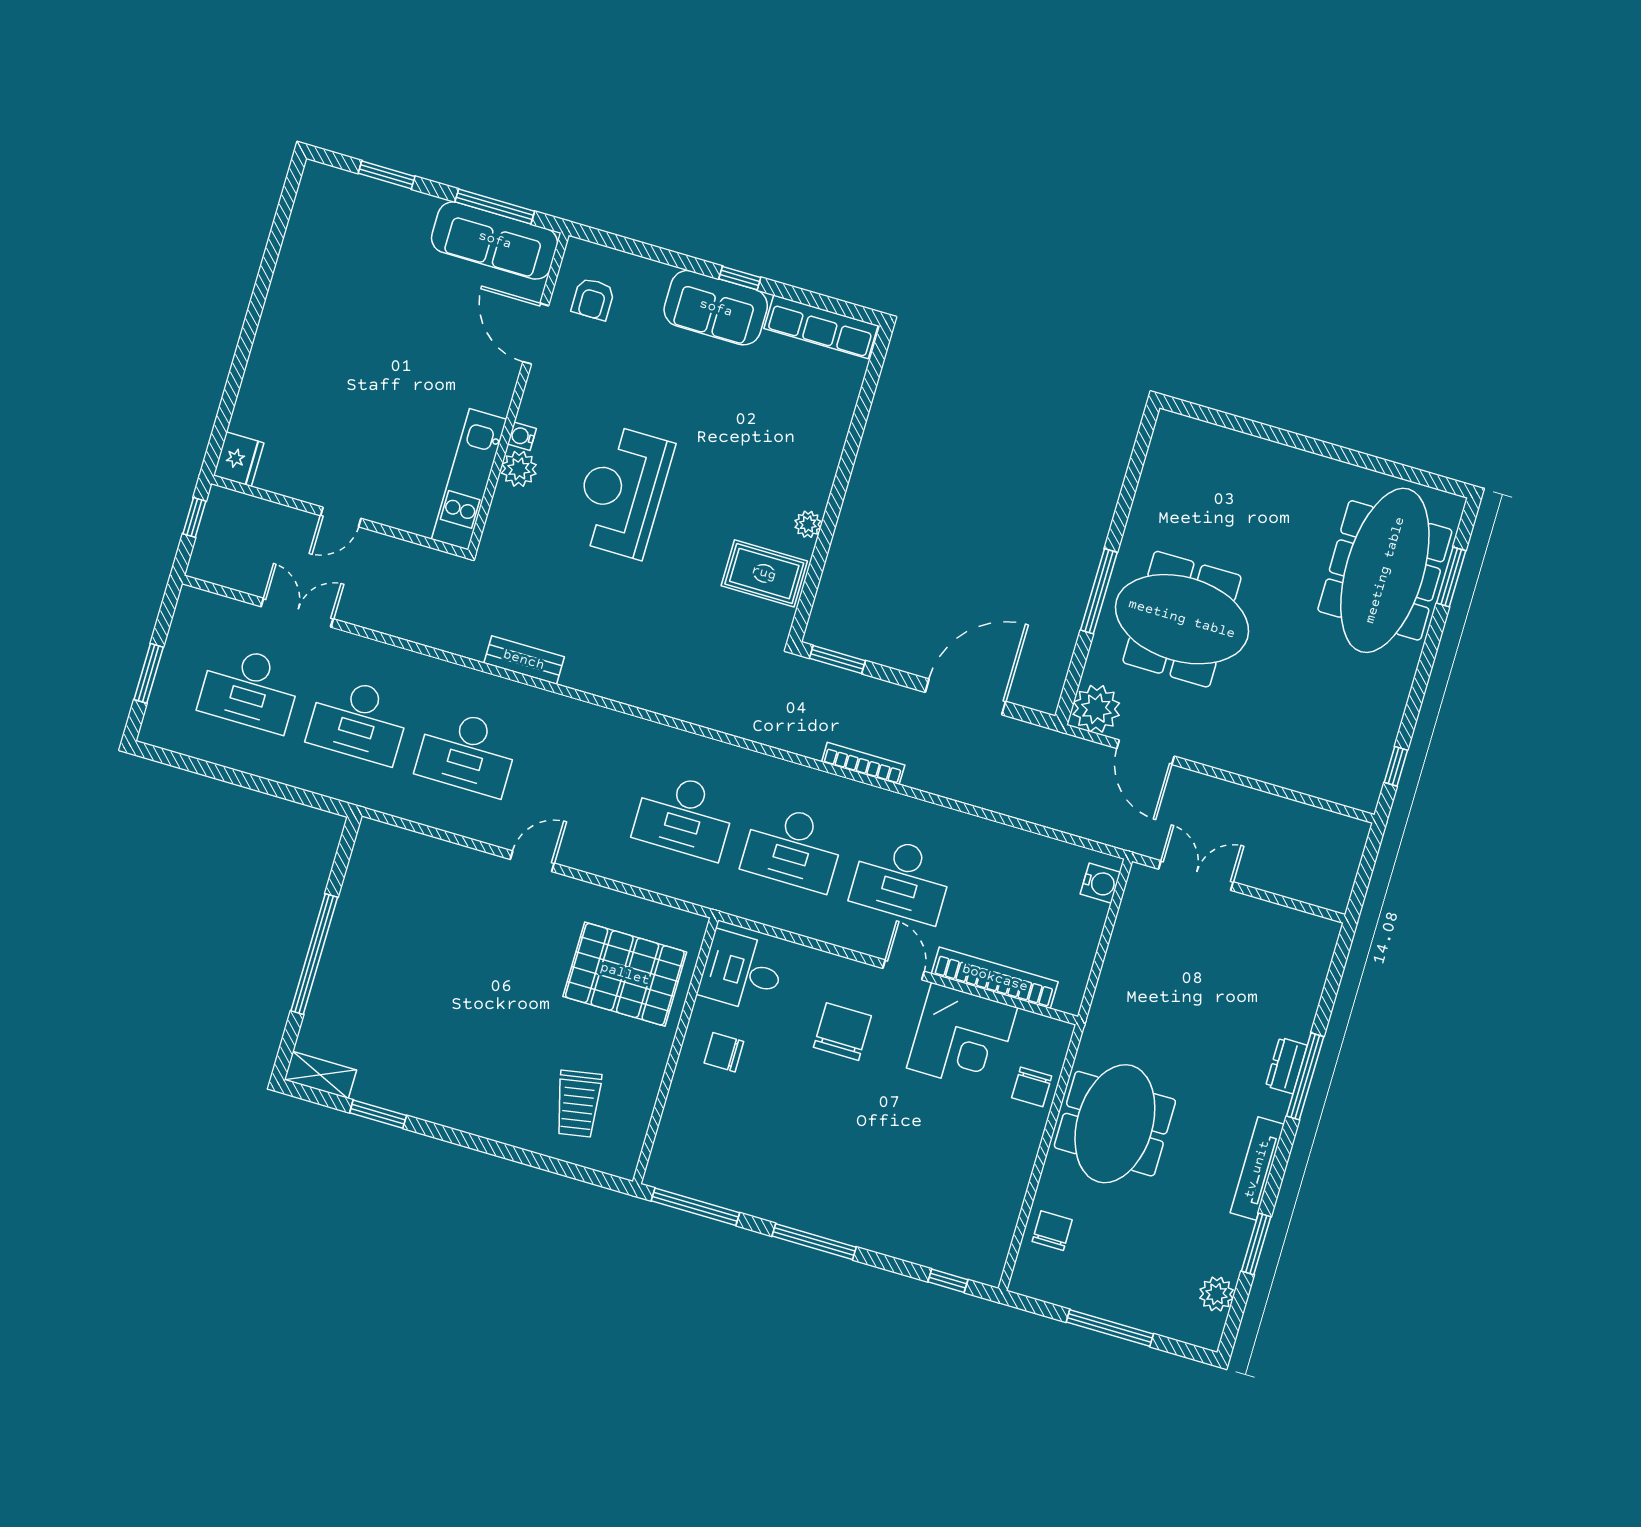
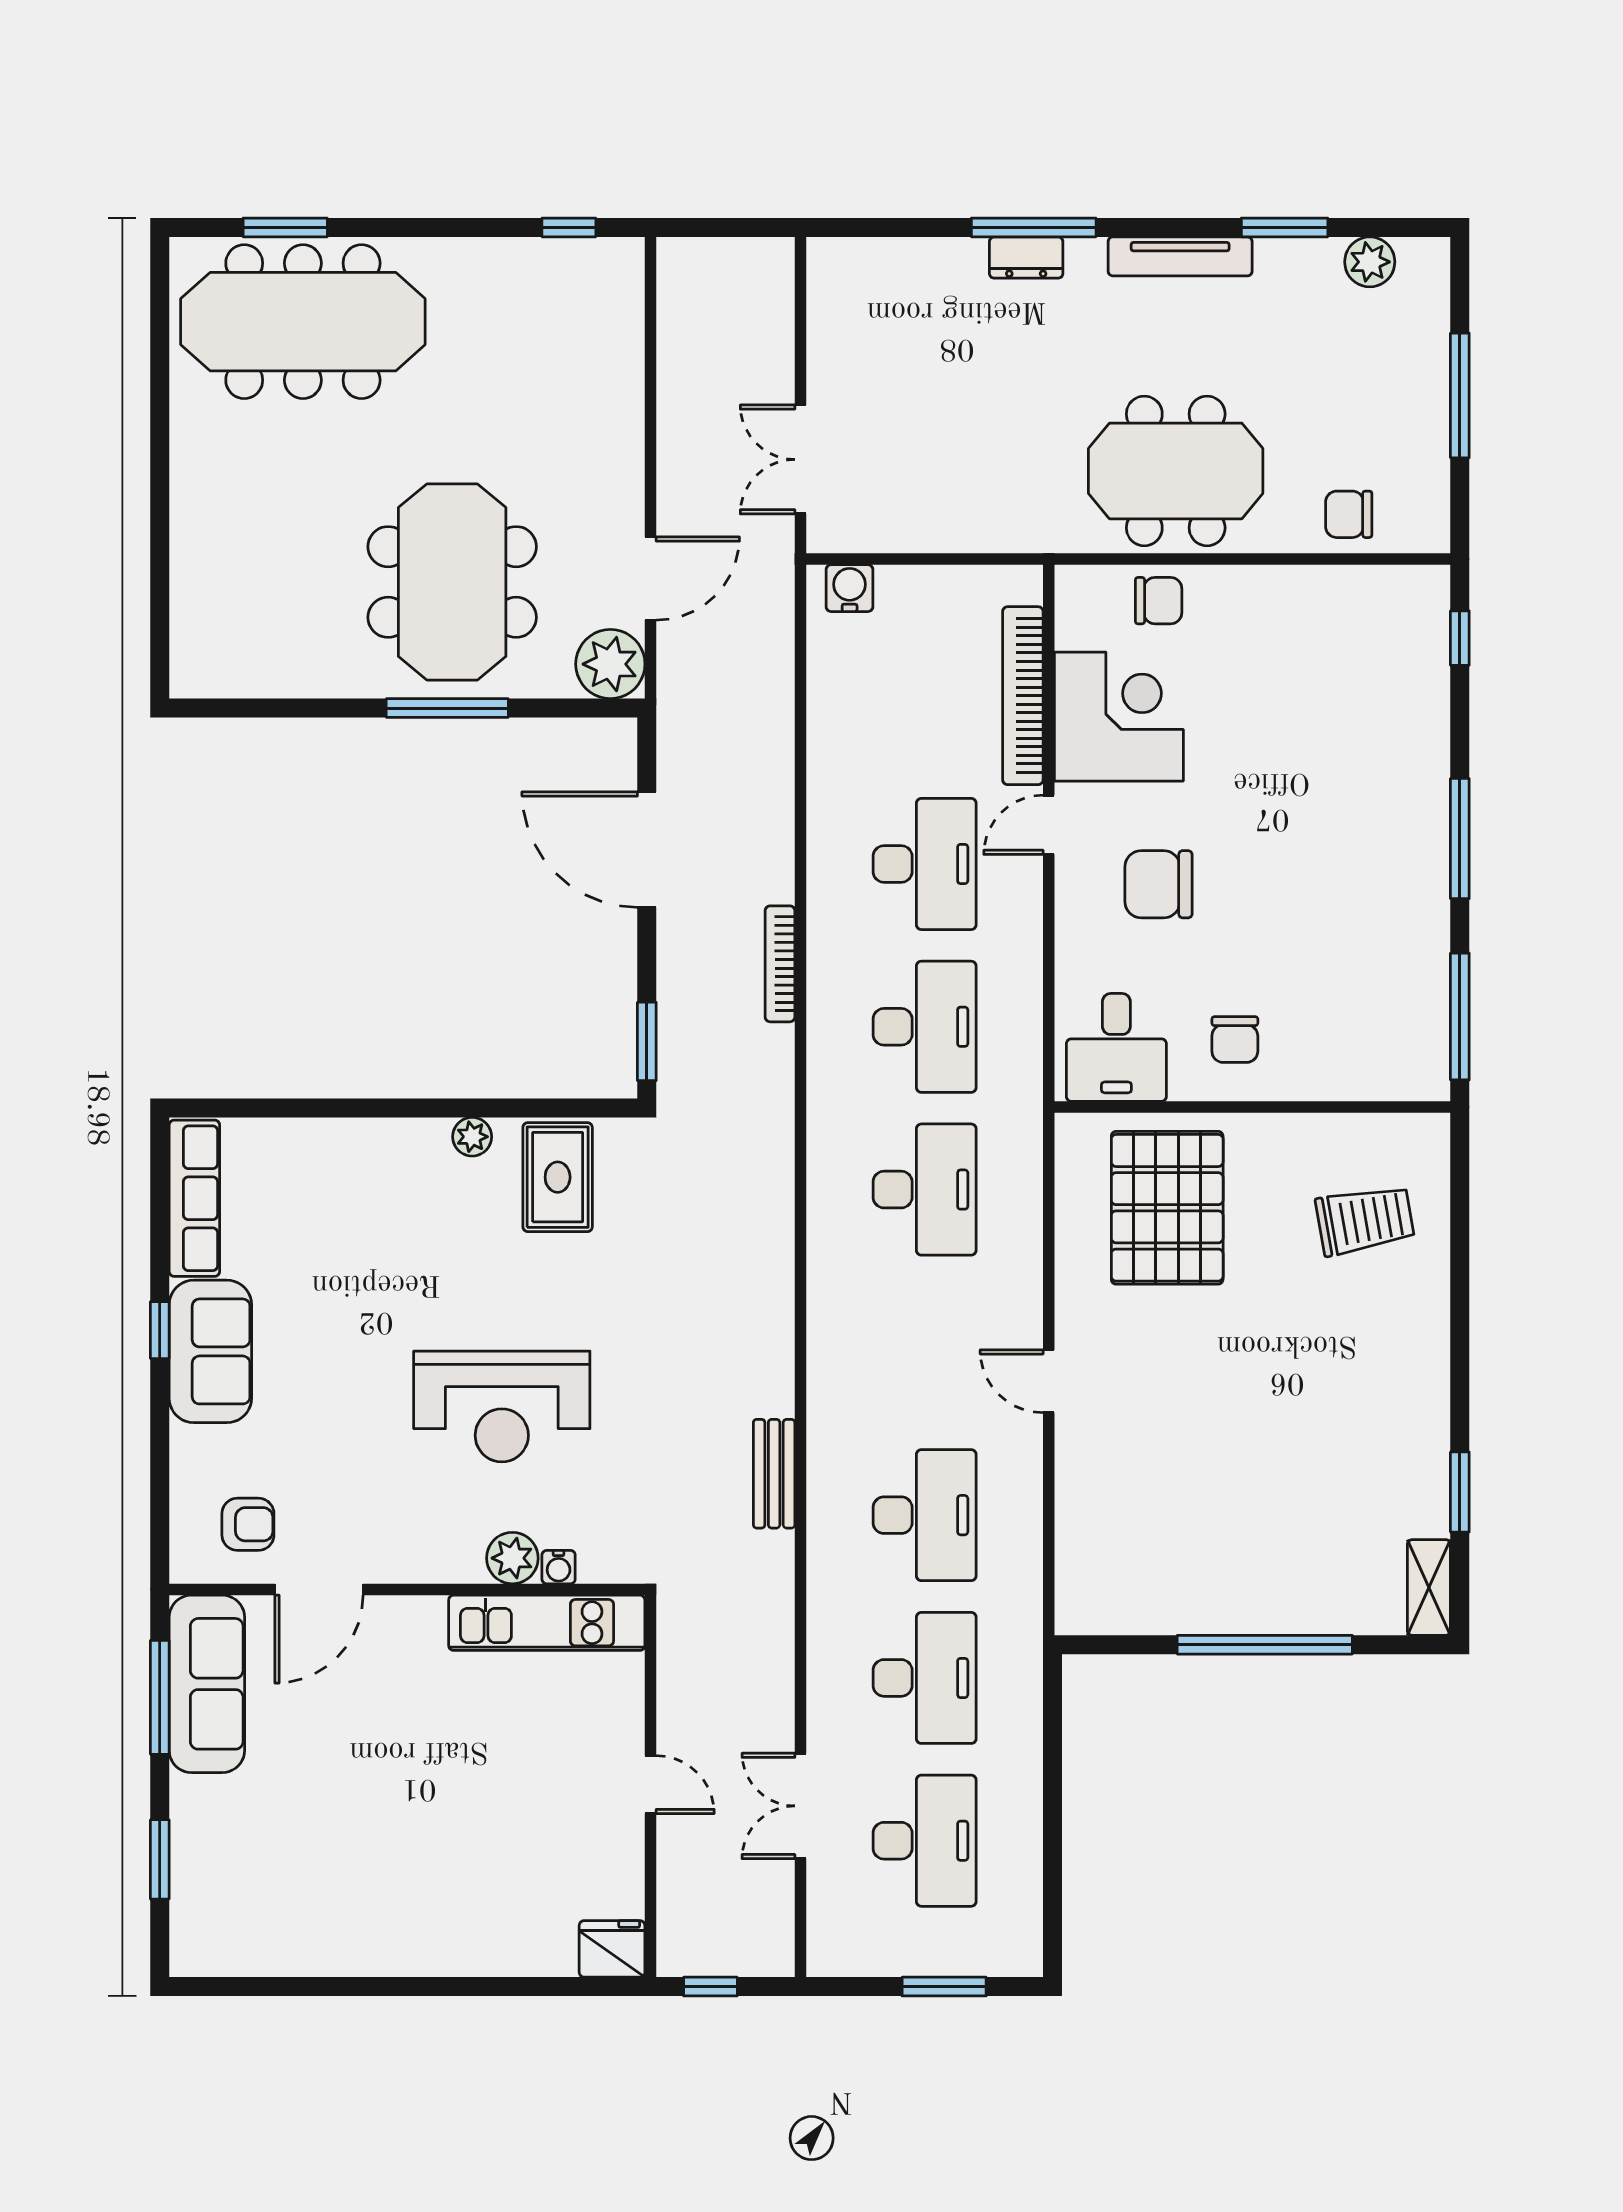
water cooler: (522, 436) -> (559, 1567), moved

